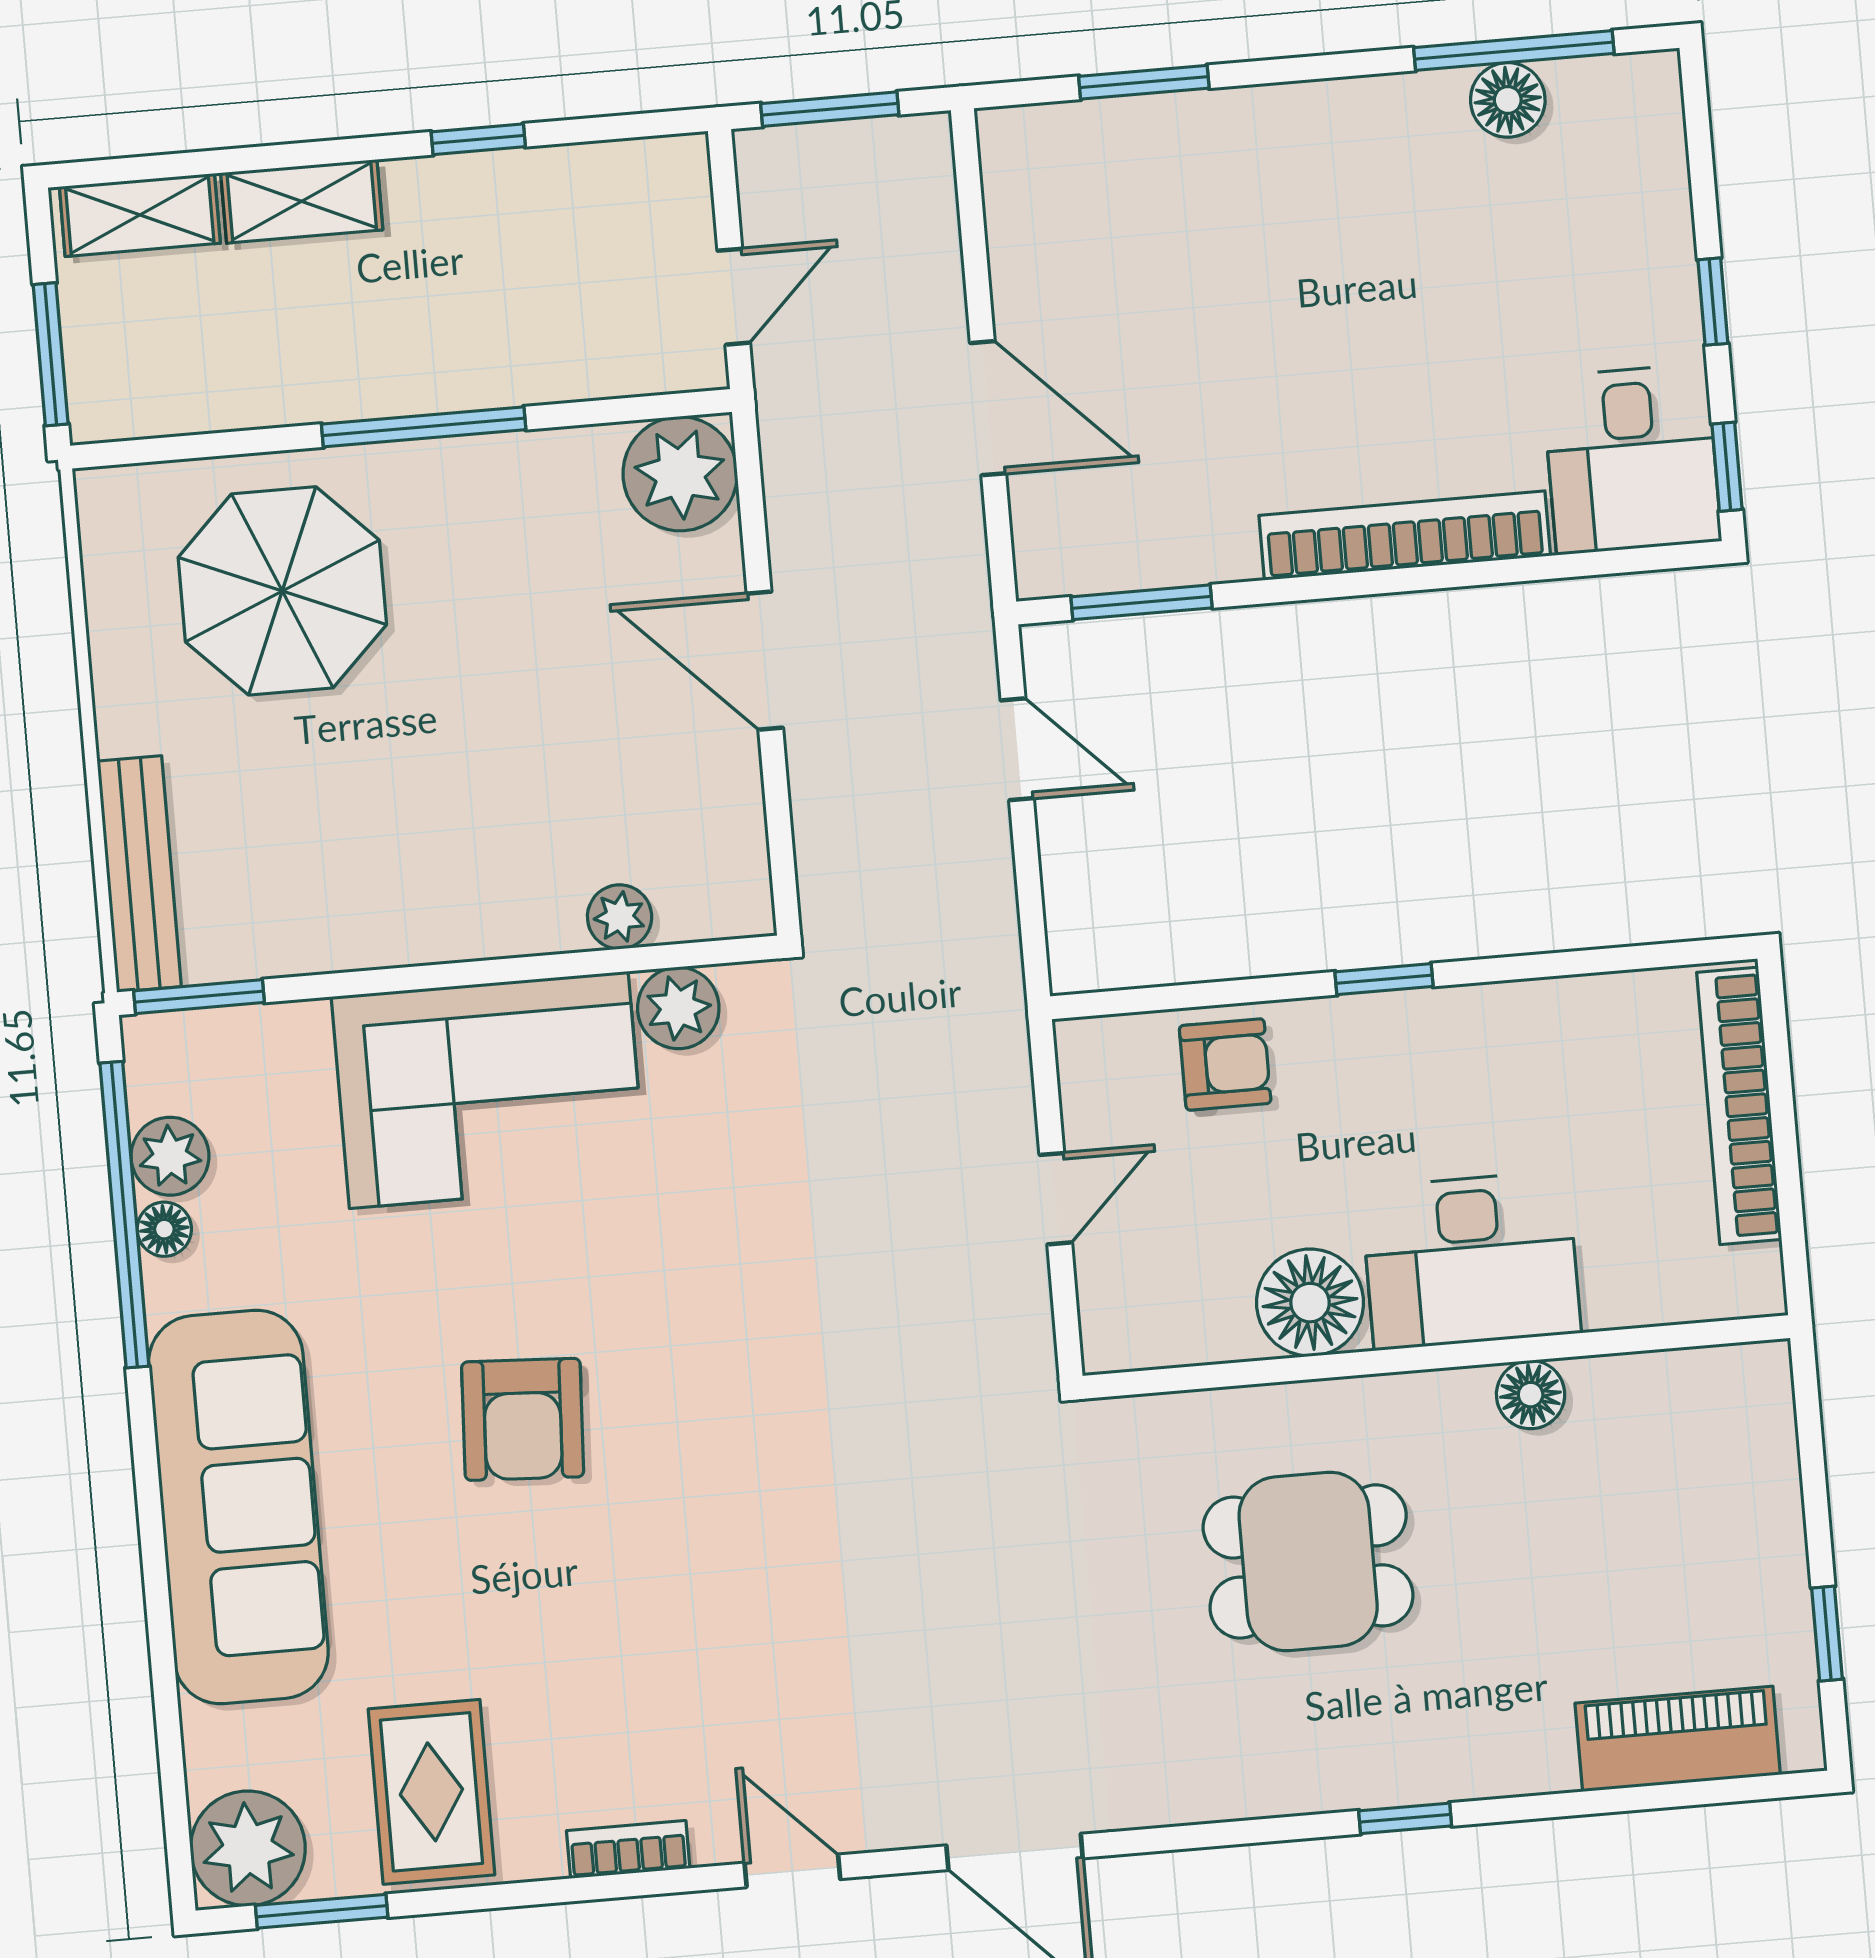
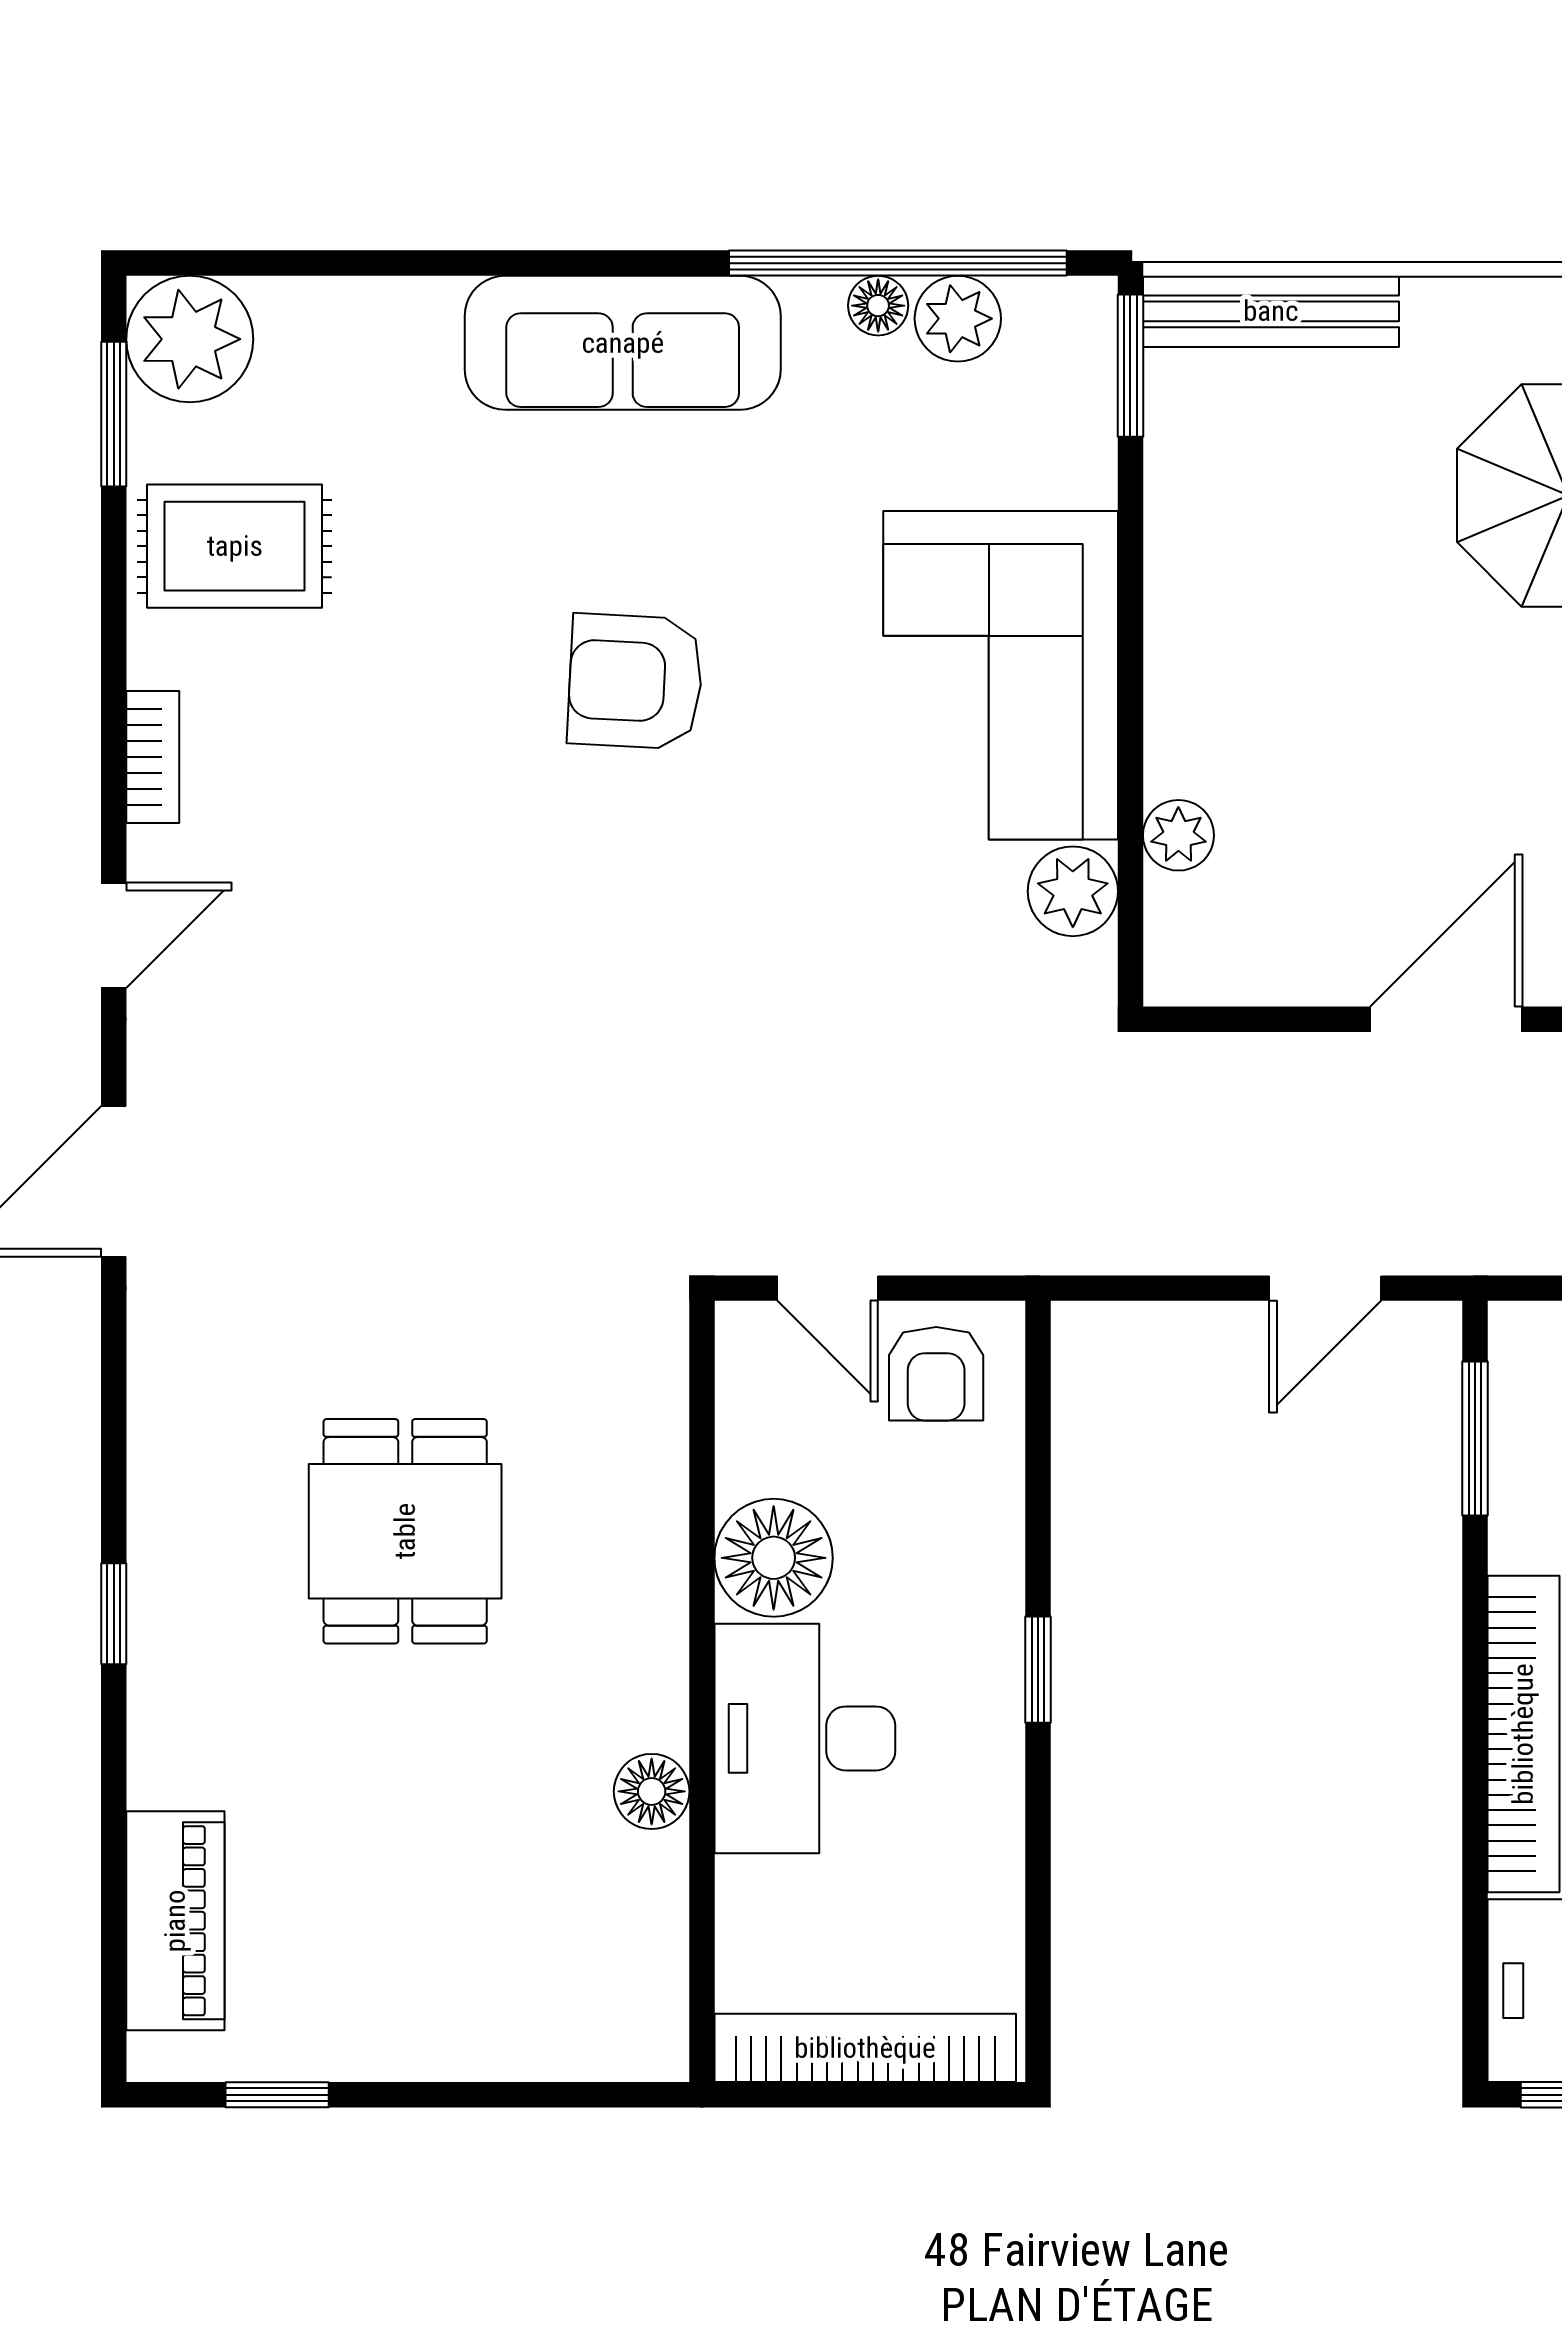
armchair: (1225, 1064) -> (936, 1374), moved
desk: (1471, 1260) -> (805, 1738), moved
floor lamp: (1310, 1303) -> (774, 1558), moved
wall: (1436, 1357) -> (702, 1691), moved
floor lamp: (1531, 1395) -> (652, 1791), moved
sofa: (238, 1507) -> (623, 343), width x0.74, depth x0.79

